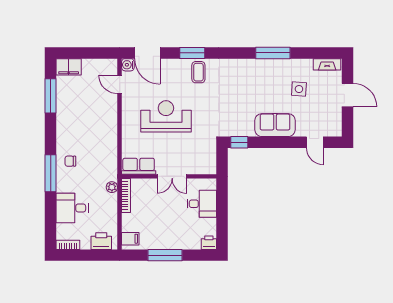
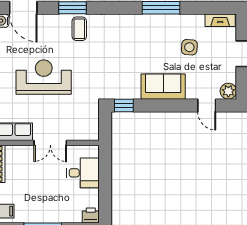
plant: (335, 129) -> (228, 91), added

